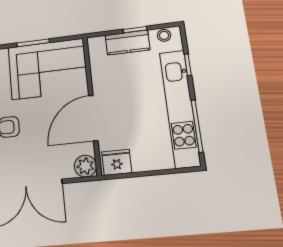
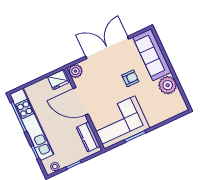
kitchen counter: (128, 43) -> (88, 137), moved, turned -90
door: (93, 118) -> (81, 101), swing flipped

